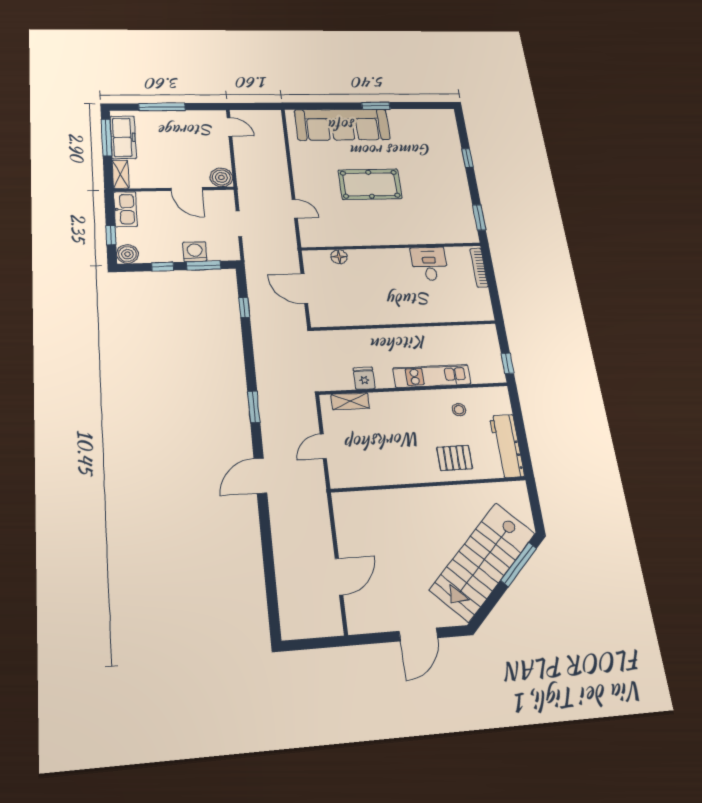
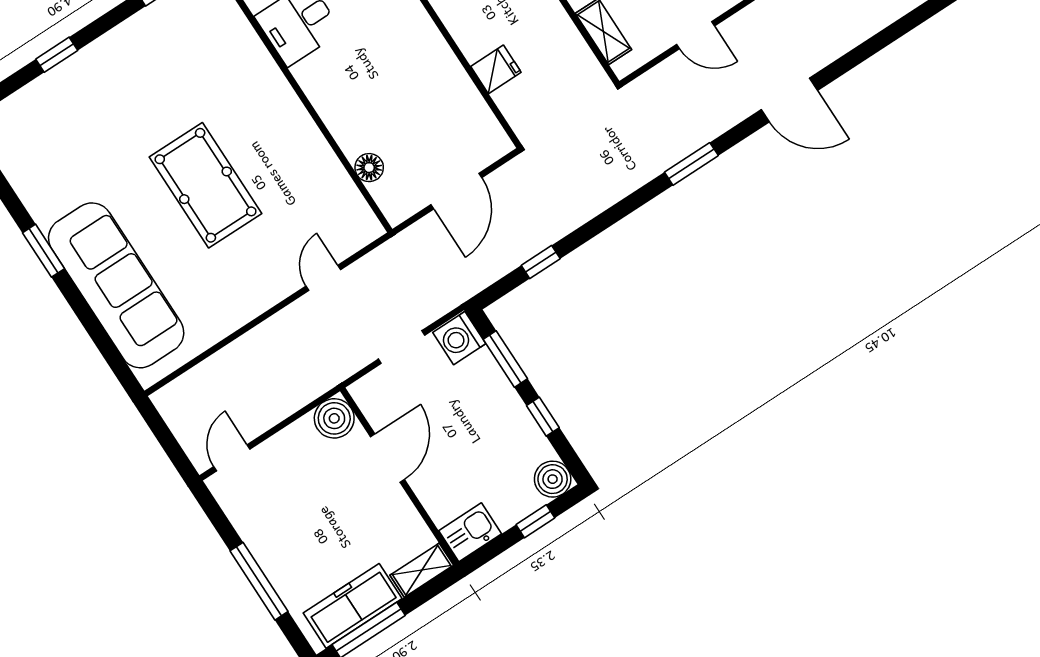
kitchen sink: (125, 209) -> (470, 532), width x0.73
washing machine: (195, 252) -> (459, 338), moved
fridge: (364, 378) -> (496, 69), moved, turned 180

